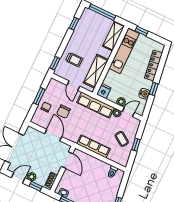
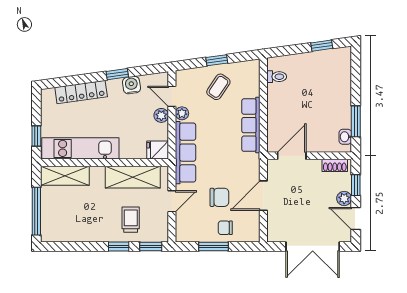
window: (74, 24) -> (119, 246), moved

